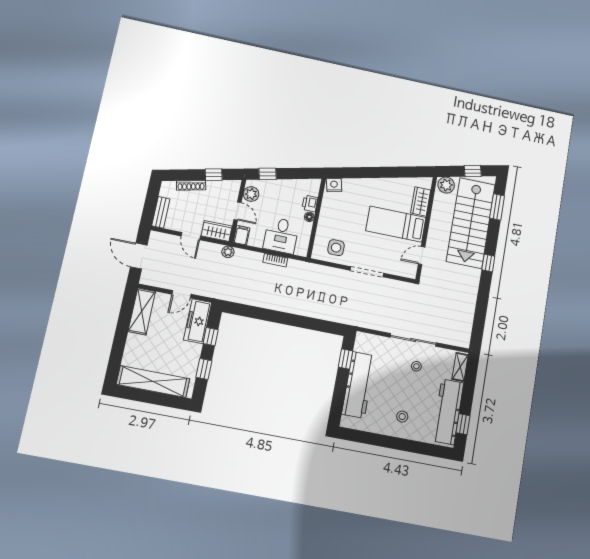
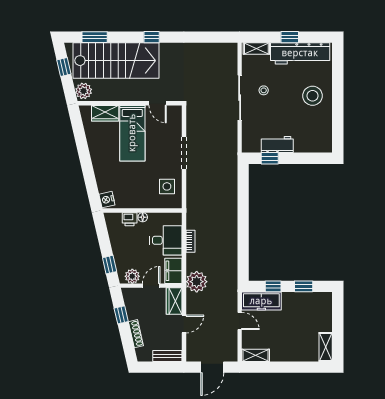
filing cabinet: (242, 235) -> (173, 271), width x2.00
plant: (228, 252) -> (197, 282), width x1.87, depth x1.87
shelving: (142, 311) -> (256, 355), width x0.67, depth x0.75
shelving: (153, 382) -> (326, 347), width x0.45, depth x0.75
workbench: (358, 385) -> (277, 144), width x0.53, depth x0.76
stool: (402, 417) -> (313, 96), width x1.89, depth x1.89
window: (463, 424) -> (290, 37), moved

